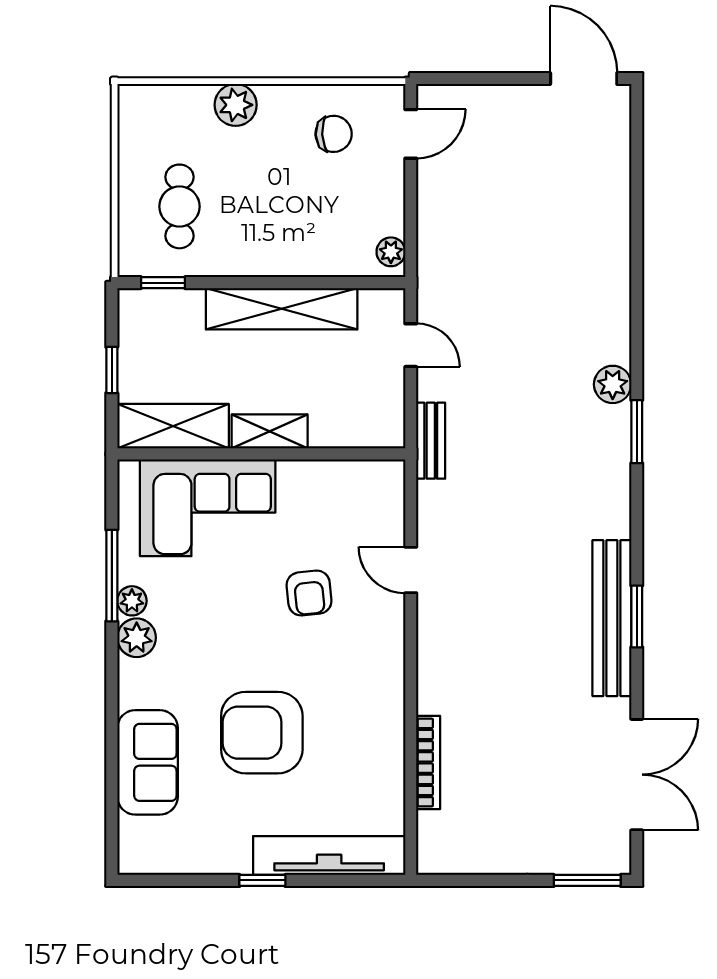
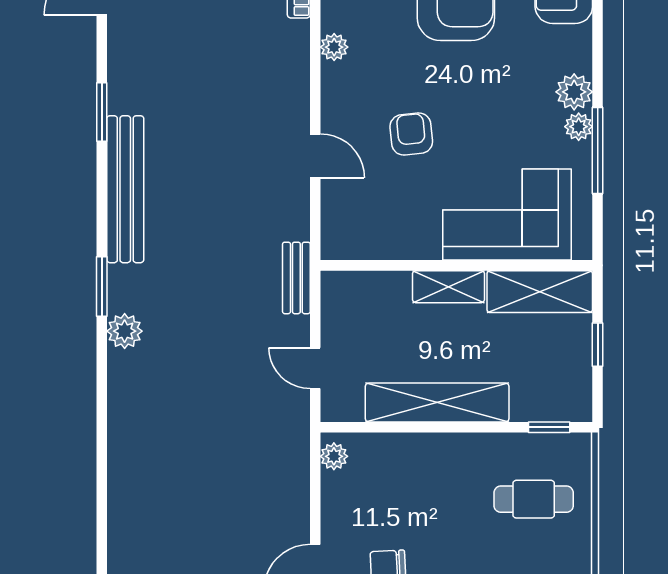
cafe table: (179, 206) -> (534, 499), turned 90
bench: (612, 618) -> (125, 189), moved
plant: (391, 685) -> (334, 47), added

